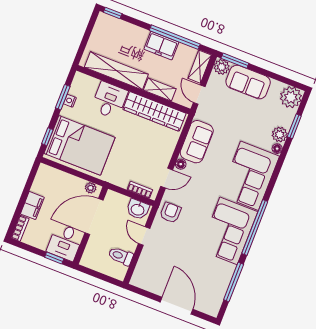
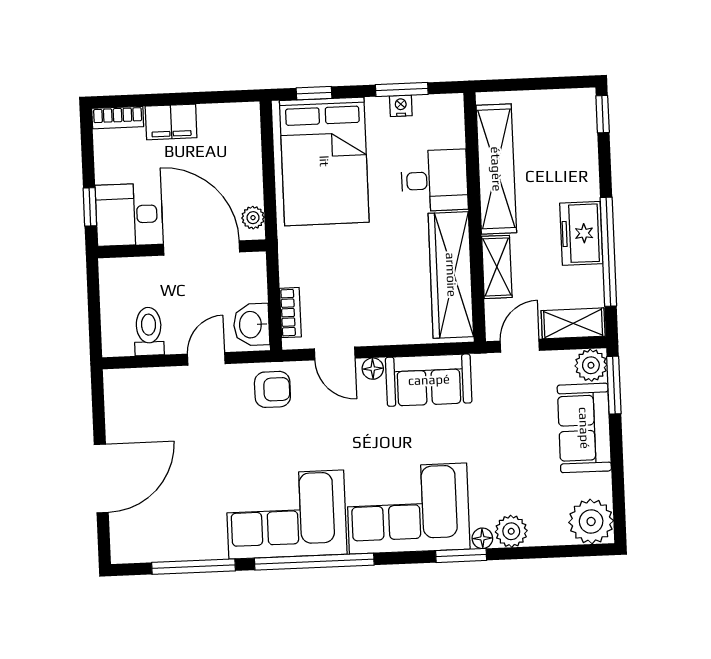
window: (294, 126) -> (461, 555), moved

